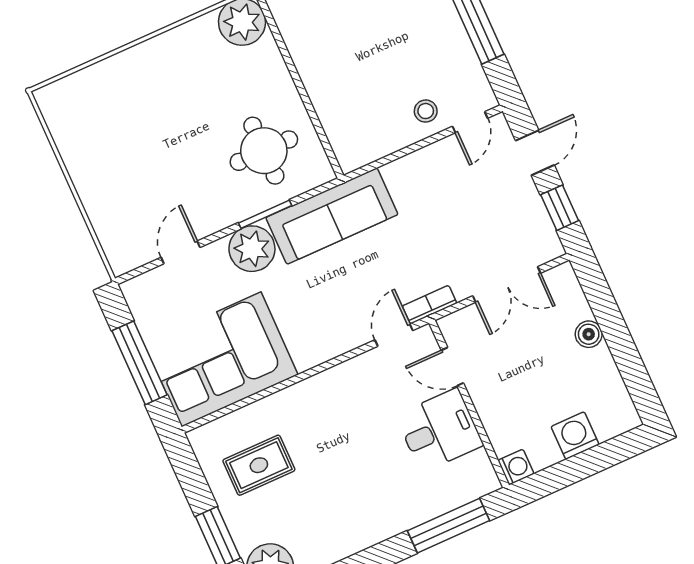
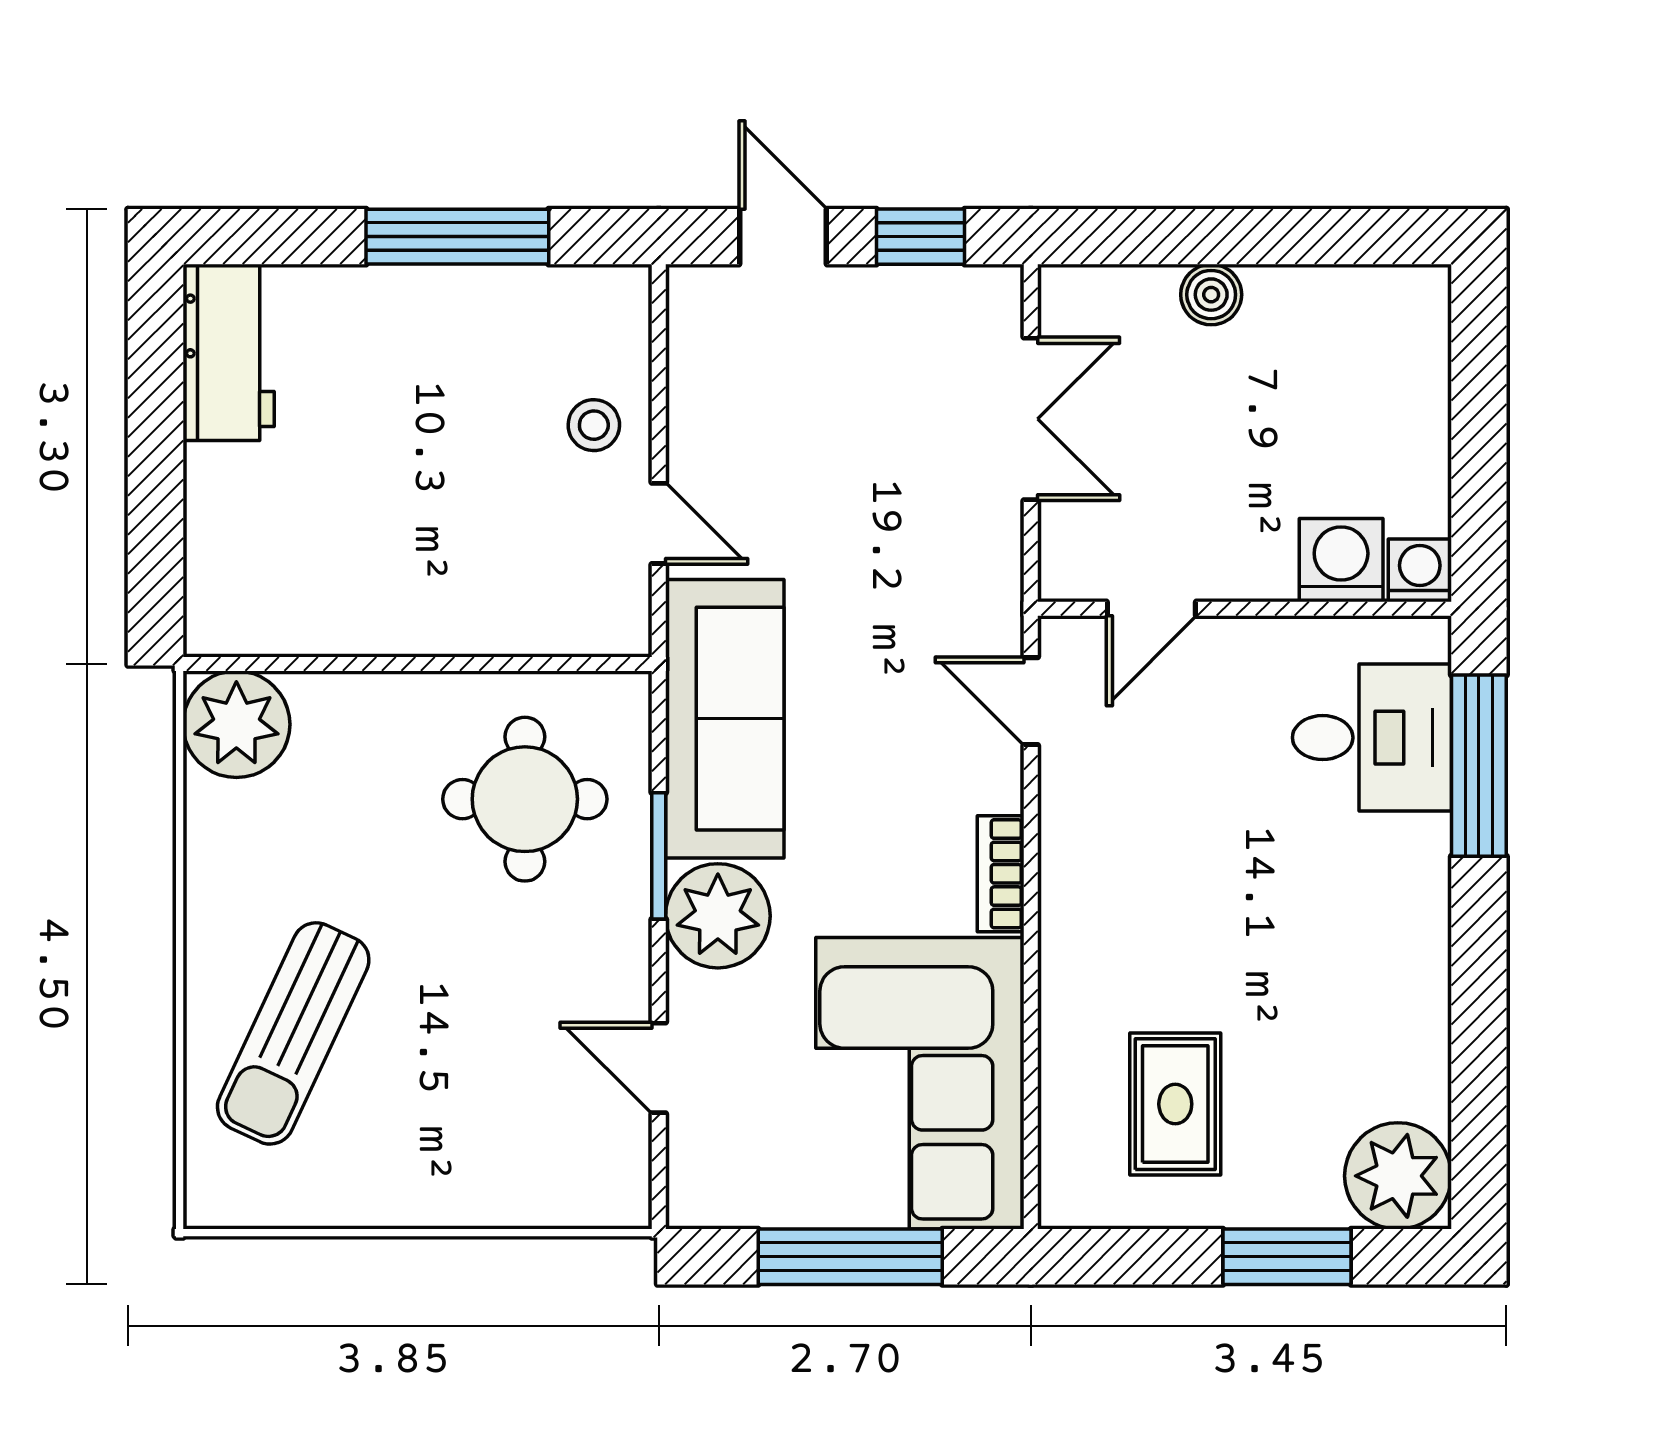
sun lounger: (129, 100) -> (293, 1033), added
door: (470, 122) -> (659, 523), moved
bookcase: (430, 305) -> (1001, 874), moved
desk: (439, 430) -> (1372, 738), moved, turned 90
washing machine: (575, 436) -> (1341, 560), moved, turned 90

